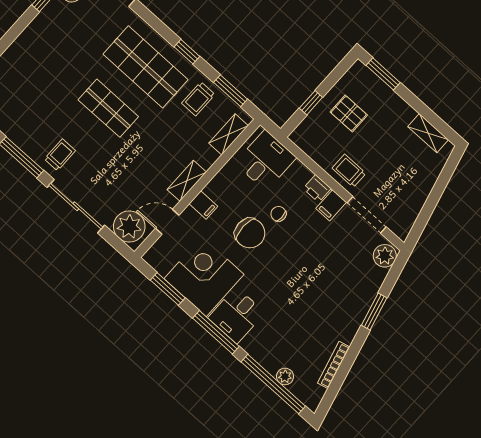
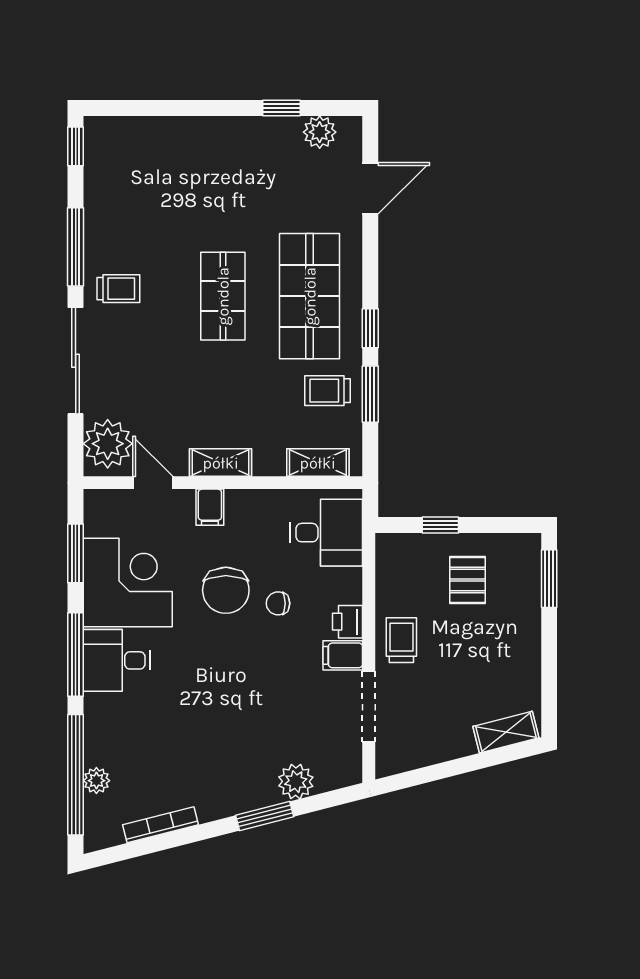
window: (230, 91) -> (370, 394), moved
shelving: (428, 133) -> (506, 732), moved, turned 76
chair: (279, 214) -> (278, 603), turned -90
plant: (385, 256) -> (296, 782), moved

